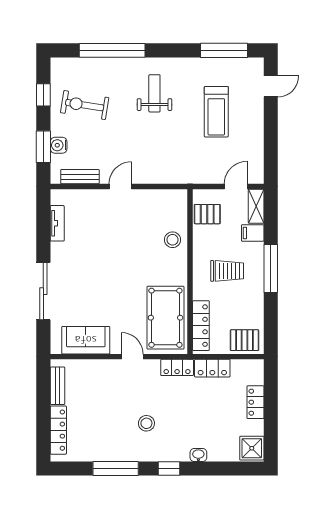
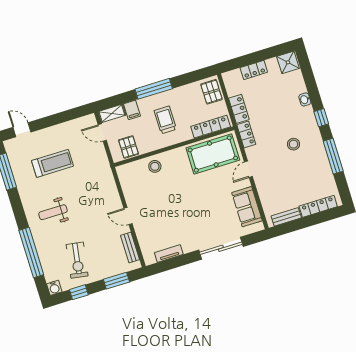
water cooler: (59, 145) -> (54, 288), moved

